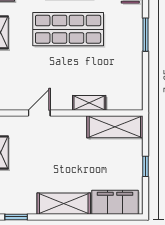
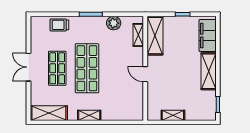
plant: (133, 67) -> (114, 23), added
shelving: (89, 103) -> (138, 35), moved
door: (39, 113) -> (145, 74), moved

